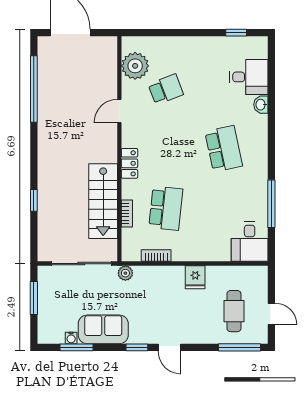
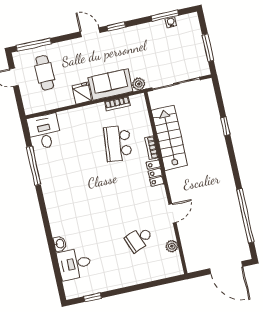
plant: (135, 66) -> (172, 246), width x0.53, depth x0.53
school desk: (224, 149) -> (82, 202), removed
bookcase: (127, 214) -> (152, 148), moved
sofa: (103, 329) -> (110, 84), moved, turned 180

